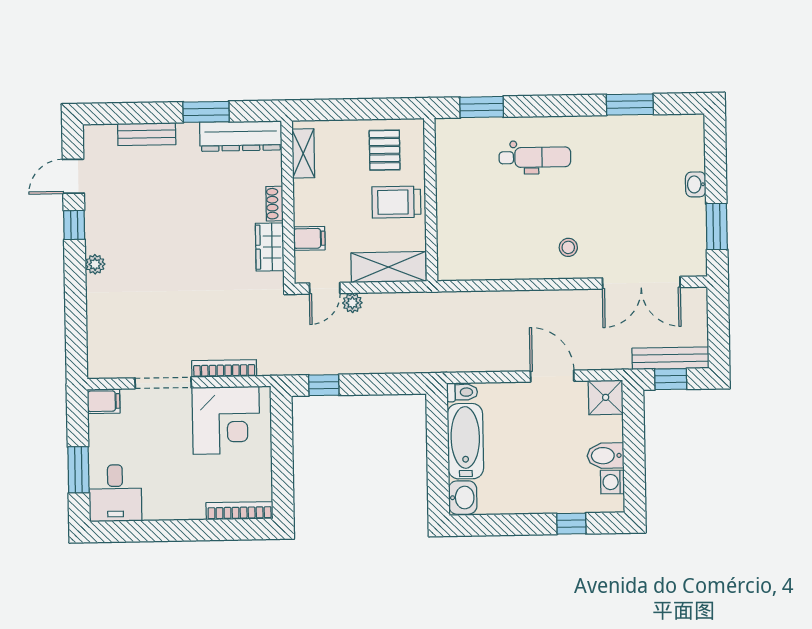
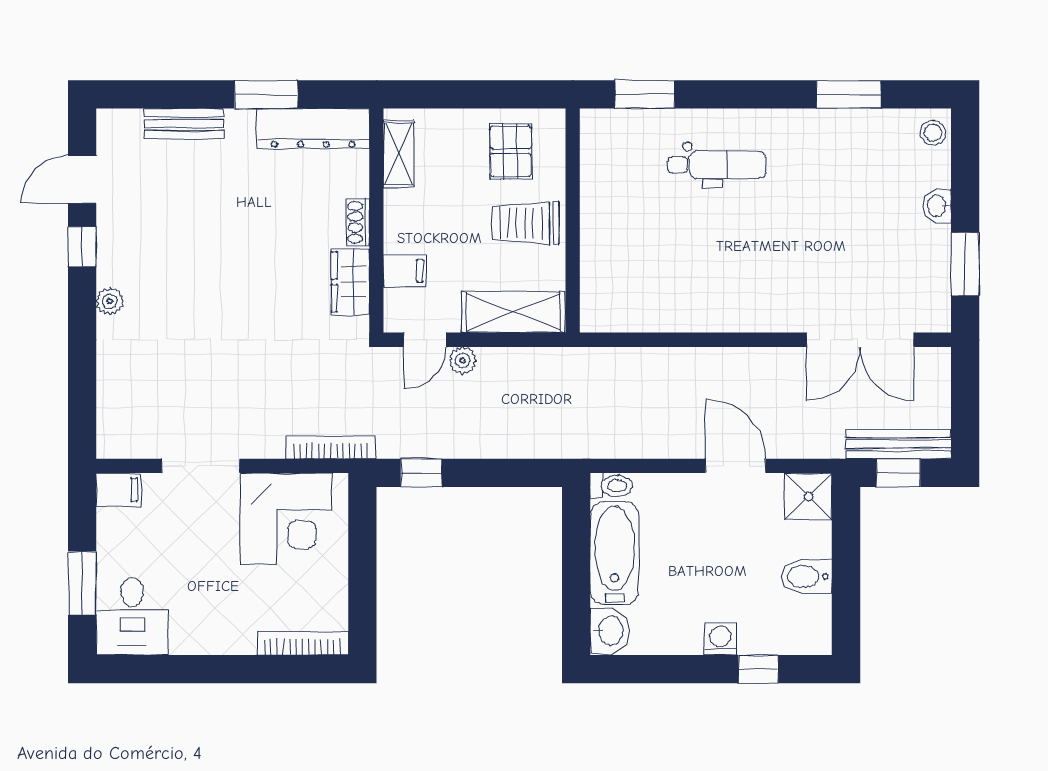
stool: (568, 247) -> (933, 133), moved
bookcase: (224, 368) -> (331, 448), moved
washing machine: (612, 482) -> (720, 639), moved, turned 90

